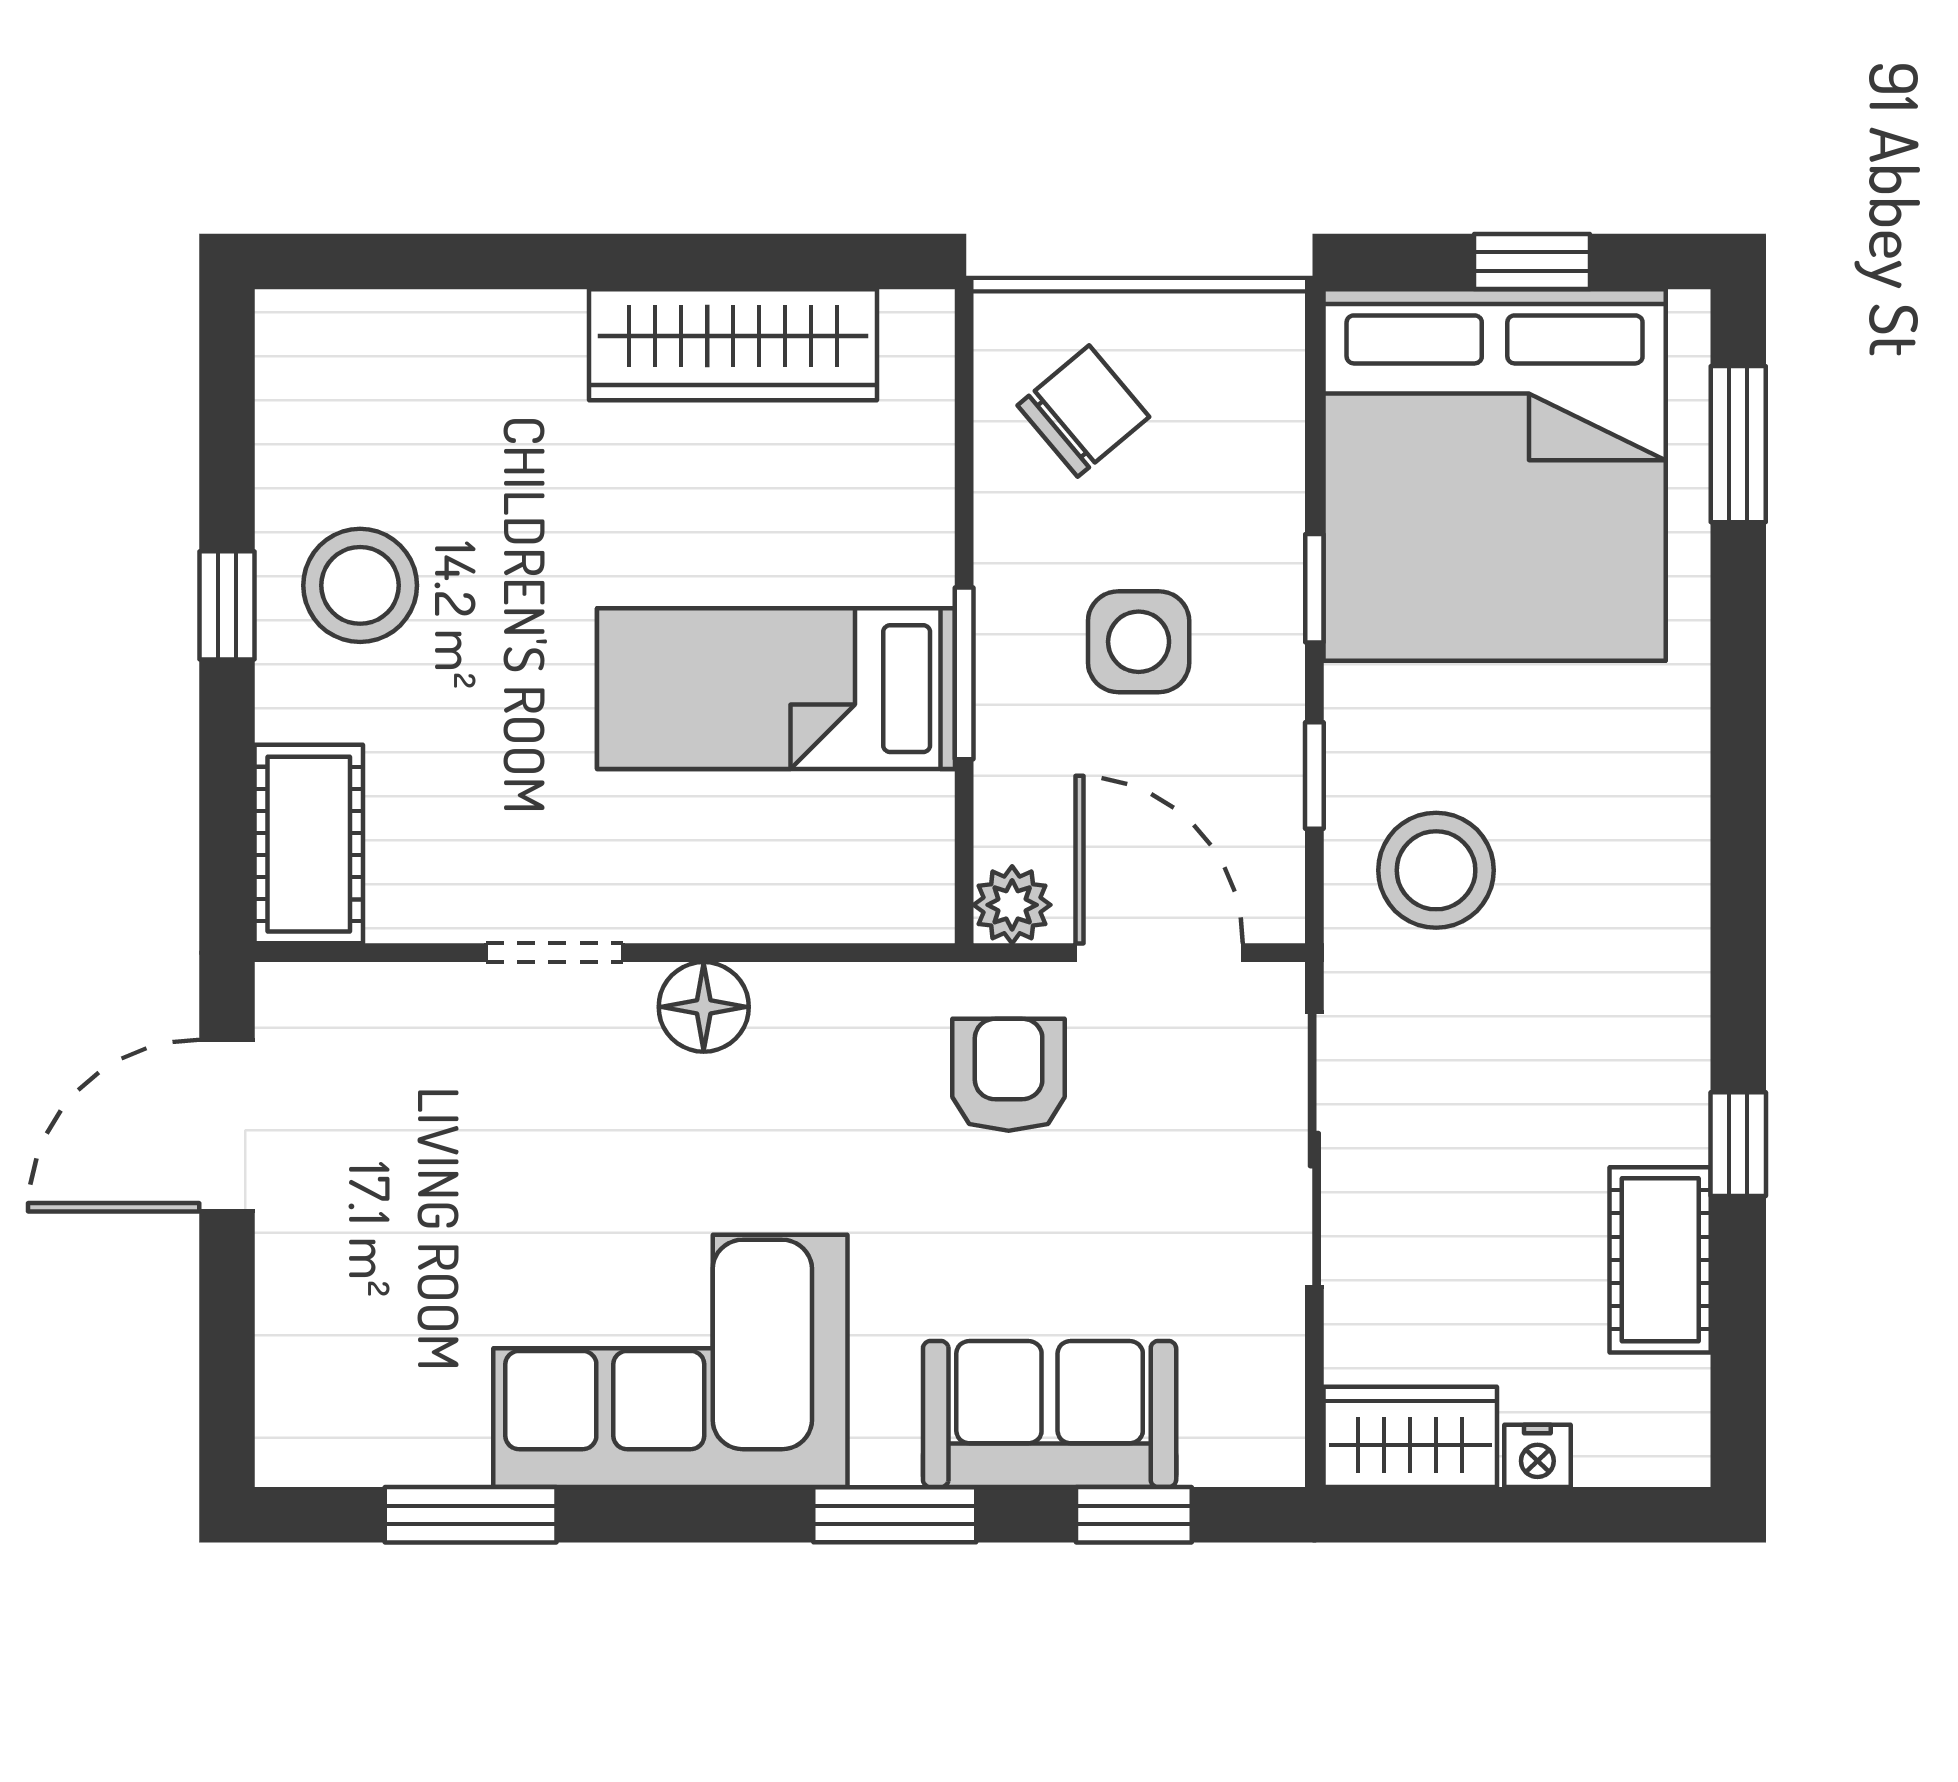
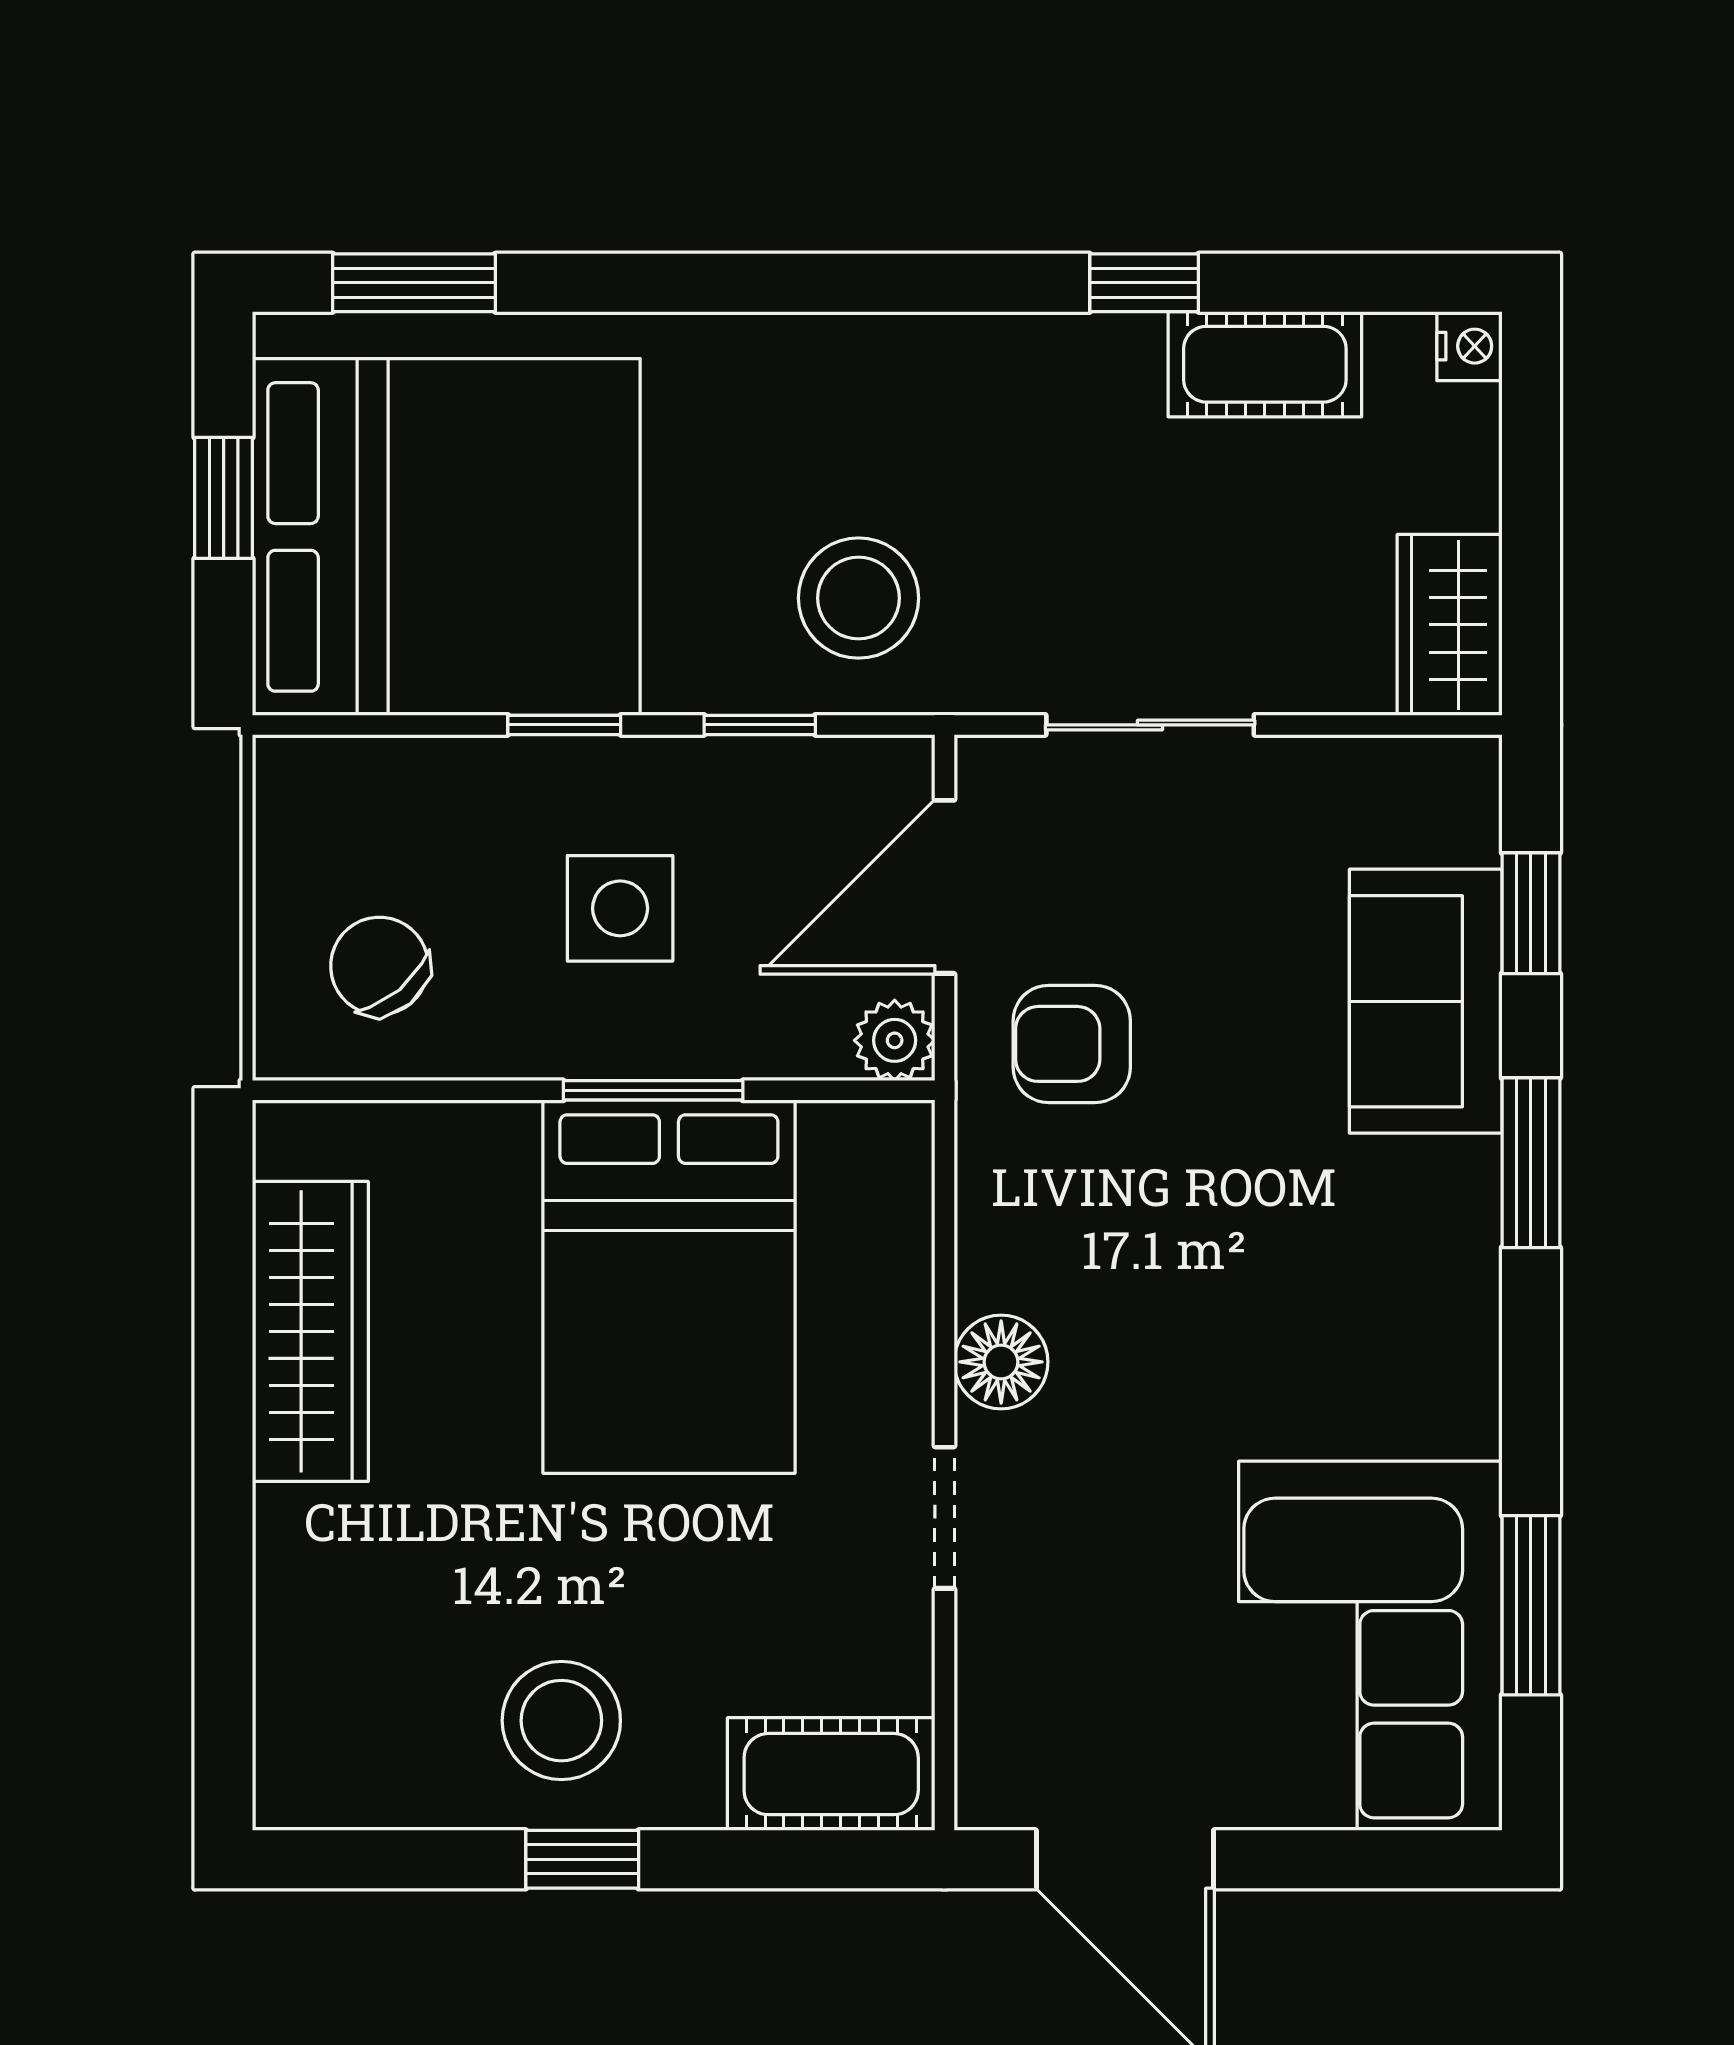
bed: (776, 689) -> (669, 1287), width x1.50
sliding door: (1314, 1150) -> (1150, 725), width x0.73
corner sofa: (670, 1361) -> (1370, 1646), moved
nightstand: (1537, 1456) -> (1469, 346), moved

